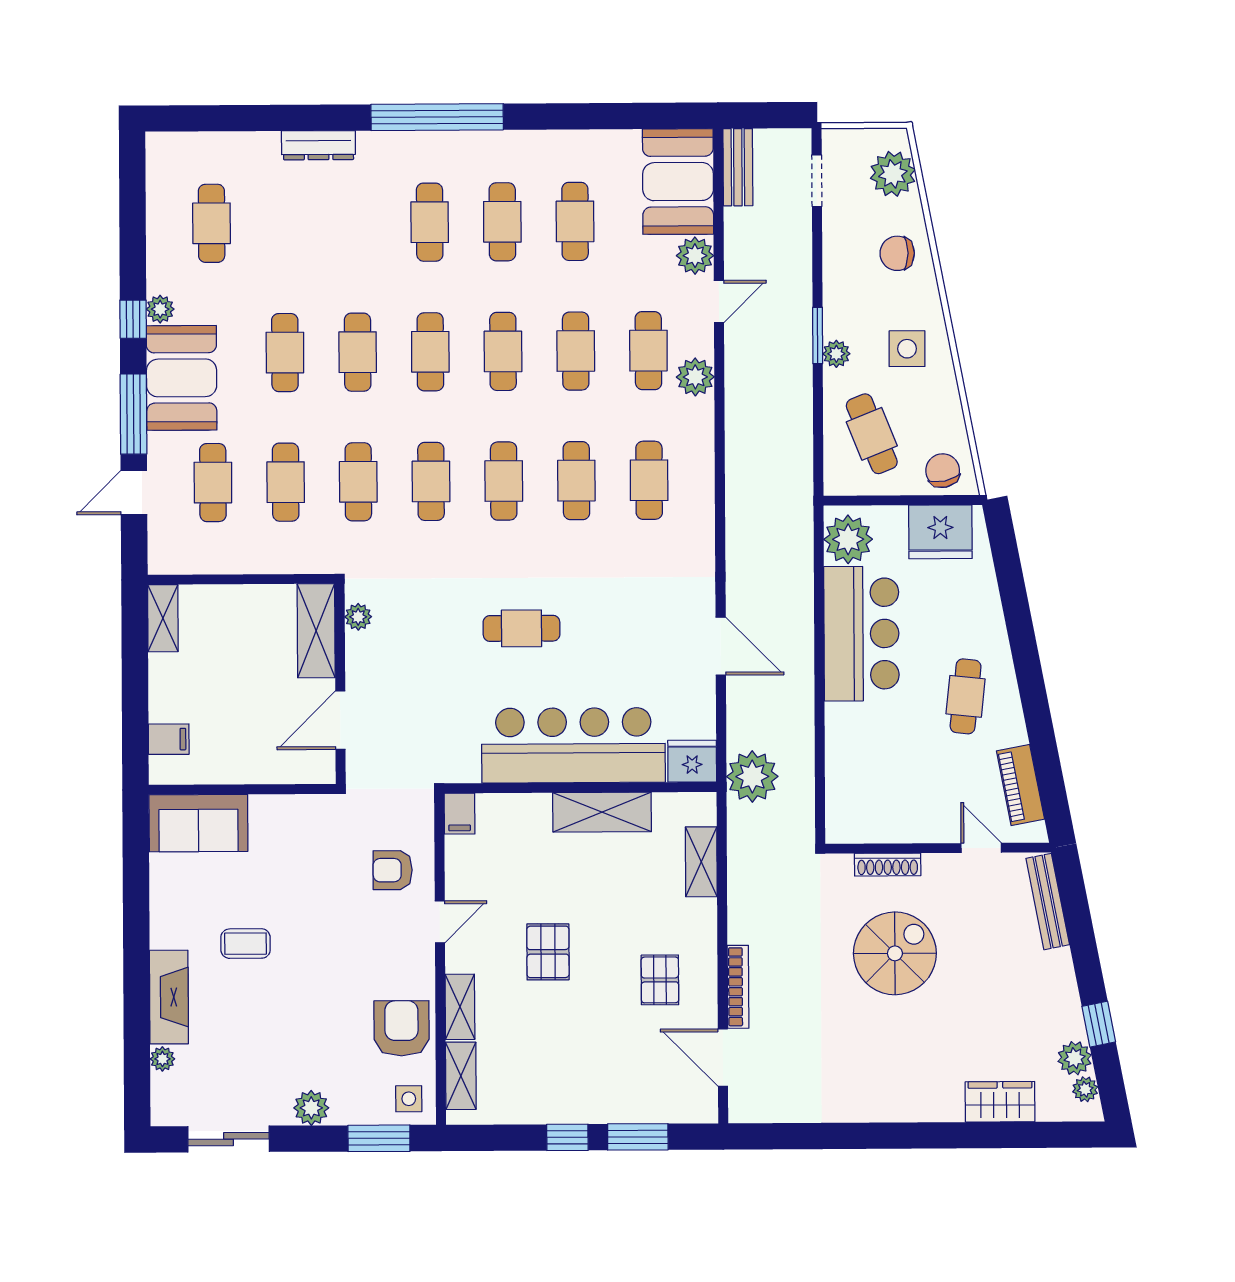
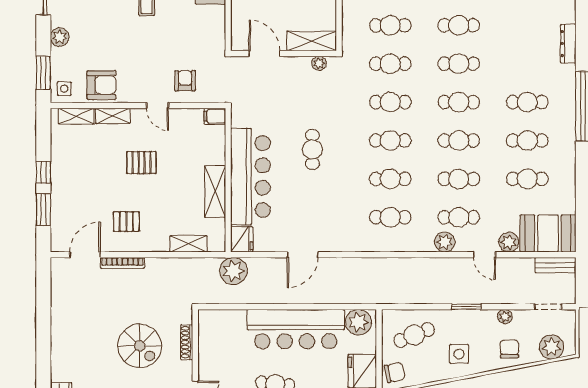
plant: (836, 354) -> (505, 317), moved
bar counter: (861, 634) -> (296, 329), width x1.36

